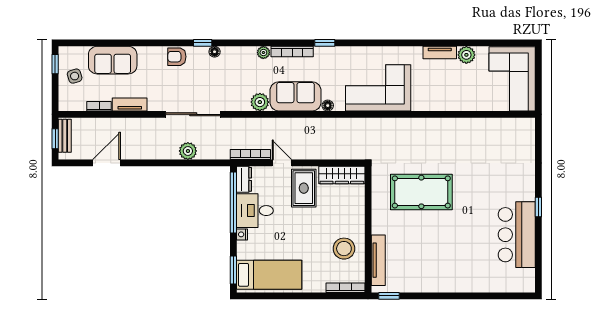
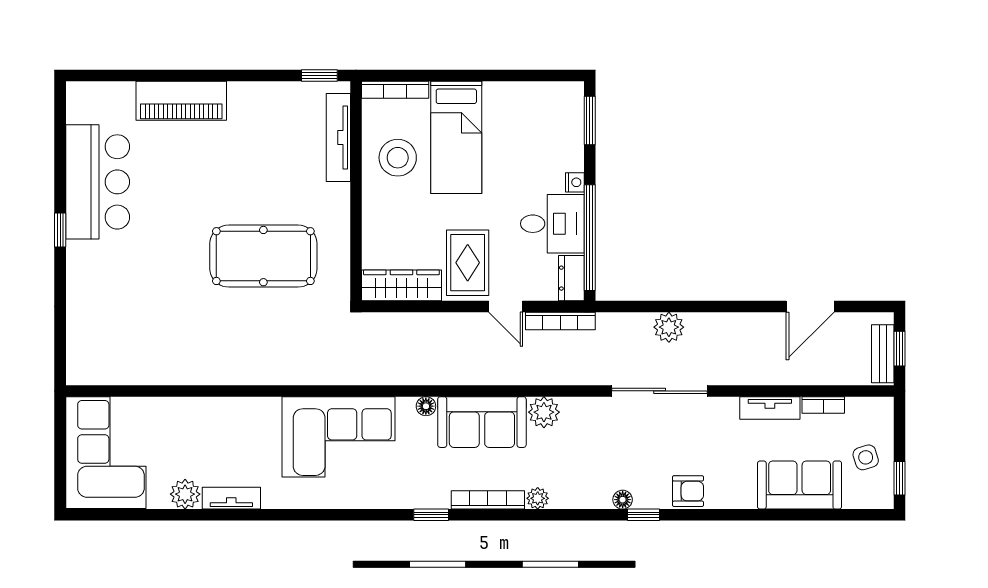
bed: (269, 275) -> (456, 137), moved, turned -90
piano: (469, 281) -> (181, 101), added

